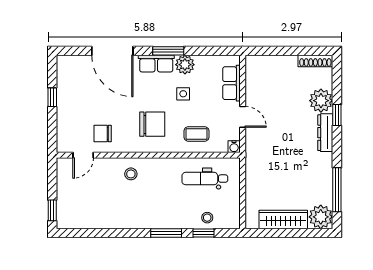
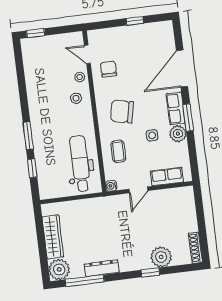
chair: (152, 124) -> (122, 111), turned 102
dresser: (325, 133) -> (102, 268), moved
dental chair: (205, 179) -> (80, 164), width x1.36, depth x1.38
stool: (207, 218) -> (80, 77), moved

